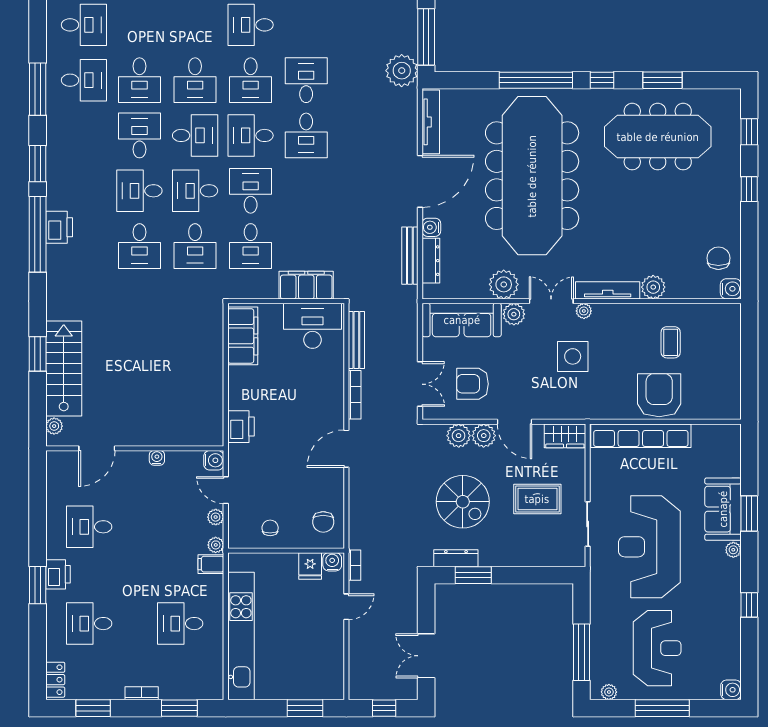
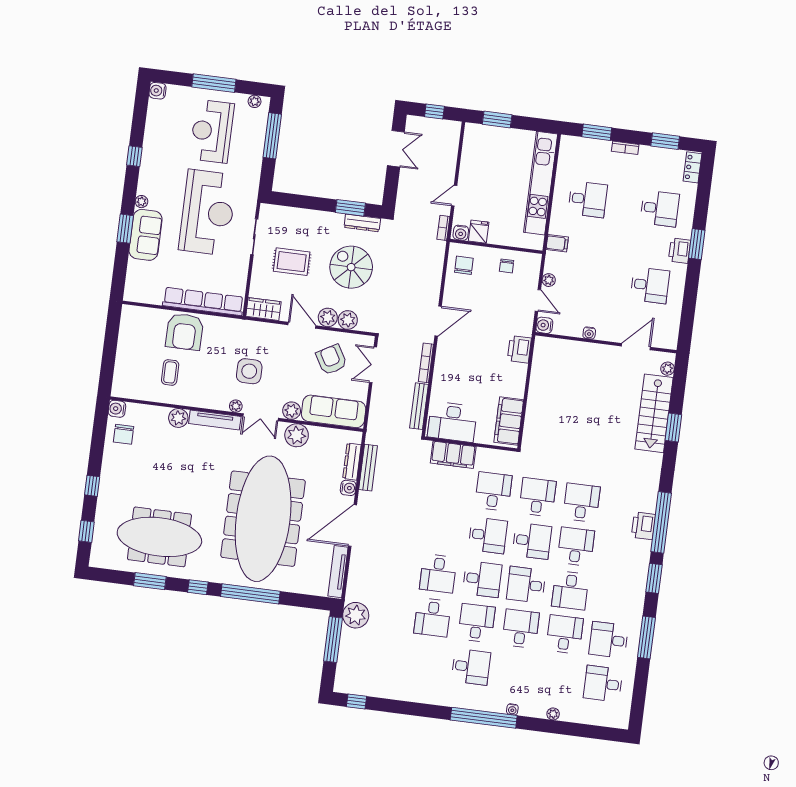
desk: (306, 135) -> (438, 573), turned 180
desk: (139, 191) -> (576, 547), turned -90
desk: (251, 191) -> (488, 535), turned -90
armchair: (472, 384) -> (331, 360), turned -120
plant: (216, 545) -> (551, 258), removed

